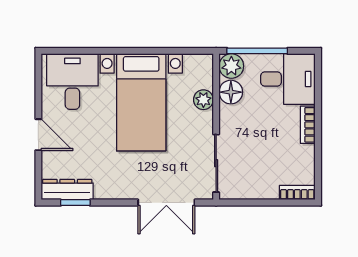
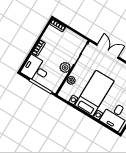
plant: (231, 66) -> (65, 67), moved
floor lamp: (231, 92) -> (59, 77), removed

